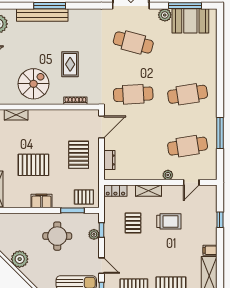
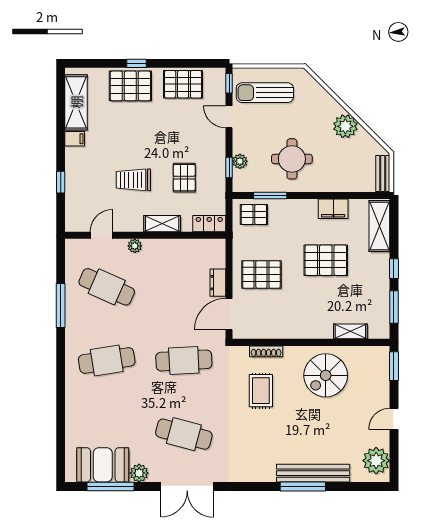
rug: (70, 64) -> (261, 391), moved
cafe table: (188, 146) -> (107, 287), turned 33
pallet: (79, 155) -> (261, 274), turned 90
dresser: (109, 160) -> (218, 283), moved
filing cabinet: (41, 201) -> (333, 209), moved

